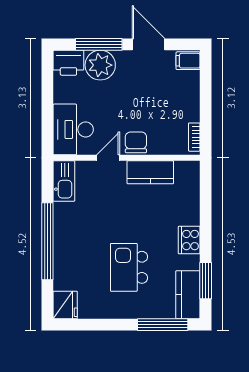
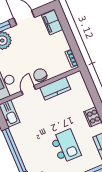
filing cabinet: (188, 61) -> (52, 22), width x2.00
kitchen island: (129, 267) -> (66, 146), turned 180

